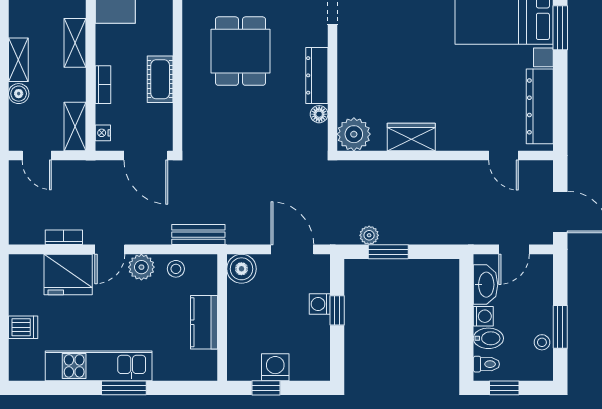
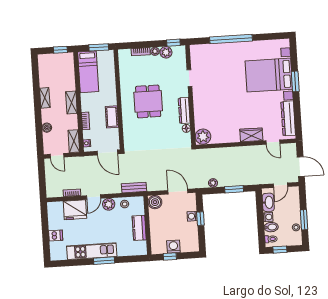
shelving: (18, 60) -> (45, 98), moved
wardrobe: (411, 137) -> (251, 135), moved
window: (388, 252) -> (234, 189), moved

